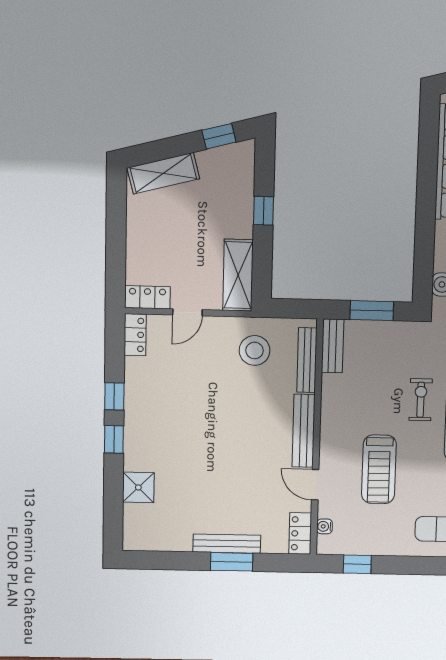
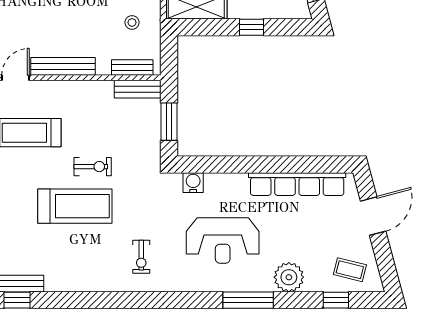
stool: (255, 350) -> (132, 22), width x0.53, depth x0.53
bench: (307, 360) -> (132, 68), width x0.73

